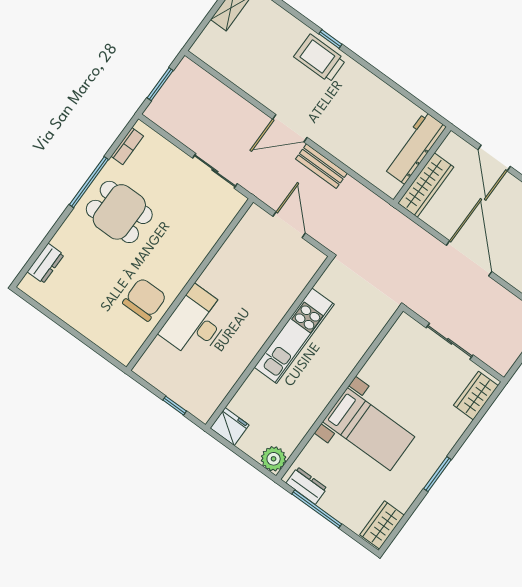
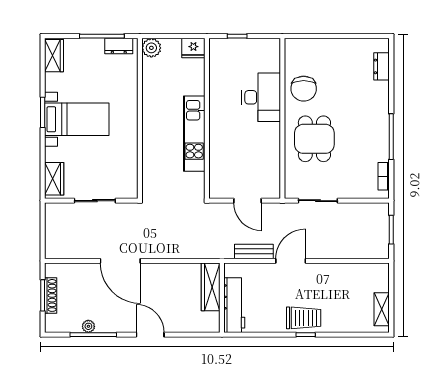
workbench: (415, 148) -> (234, 305), moved
wall: (422, 165) -> (222, 298), moved
wardrobe: (426, 185) -> (211, 287), moved
dining table: (119, 212) -> (314, 139), moved, turned 90
bed with nightstands: (369, 429) -> (77, 119), moved, turned 180

